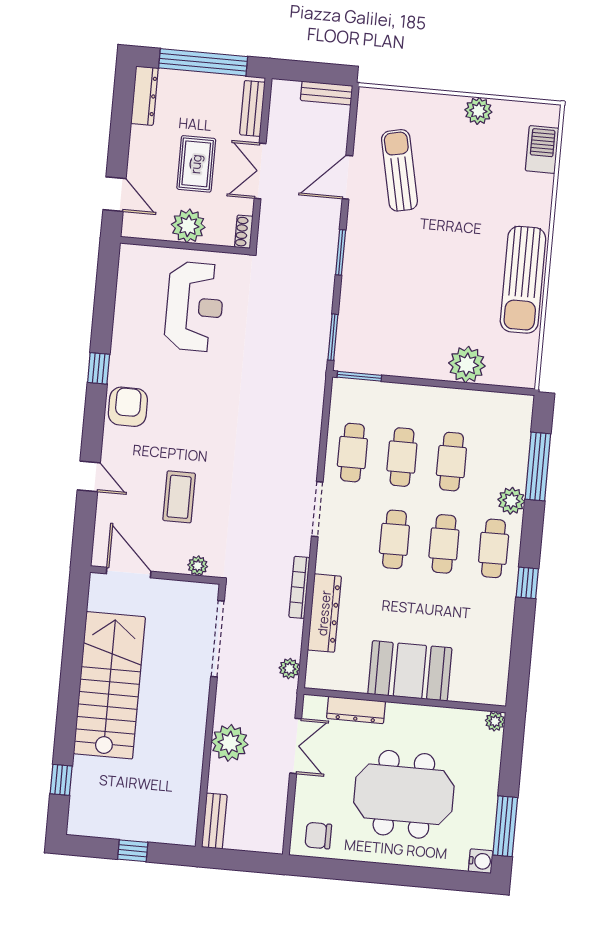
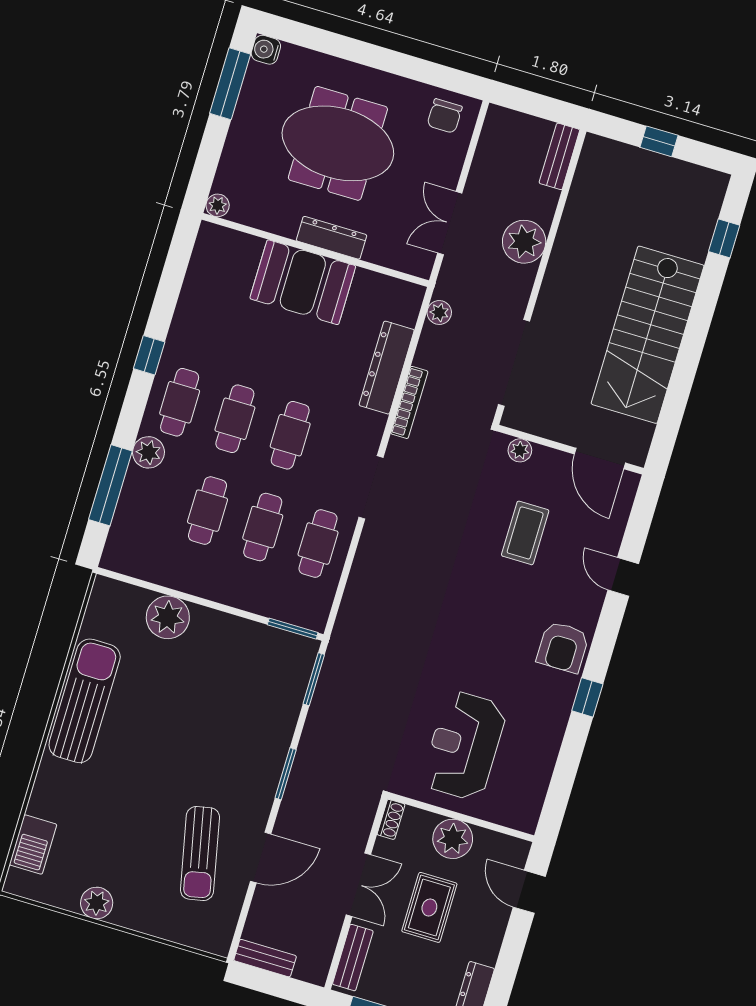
dresser: (356, 710) -> (332, 238), moved
chair: (318, 836) -> (445, 116), turned 90

